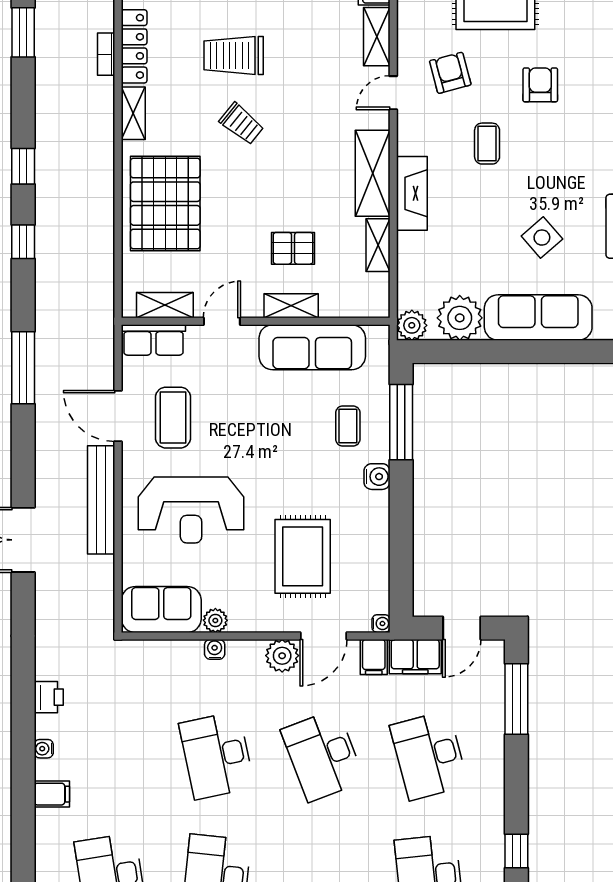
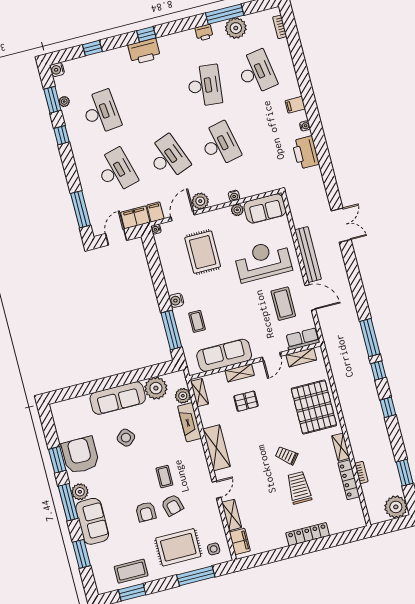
trolley: (234, 55) -> (299, 488), turned -90
armchair: (450, 73) -> (172, 505), moved
fireplace: (412, 193) -> (190, 422), moved
shelving: (378, 245) -> (200, 393), moved
plant: (412, 325) -> (183, 396), moved
window: (23, 368) -> (370, 338), moved
printer: (49, 697) -> (306, 153), width x1.87, depth x1.48

